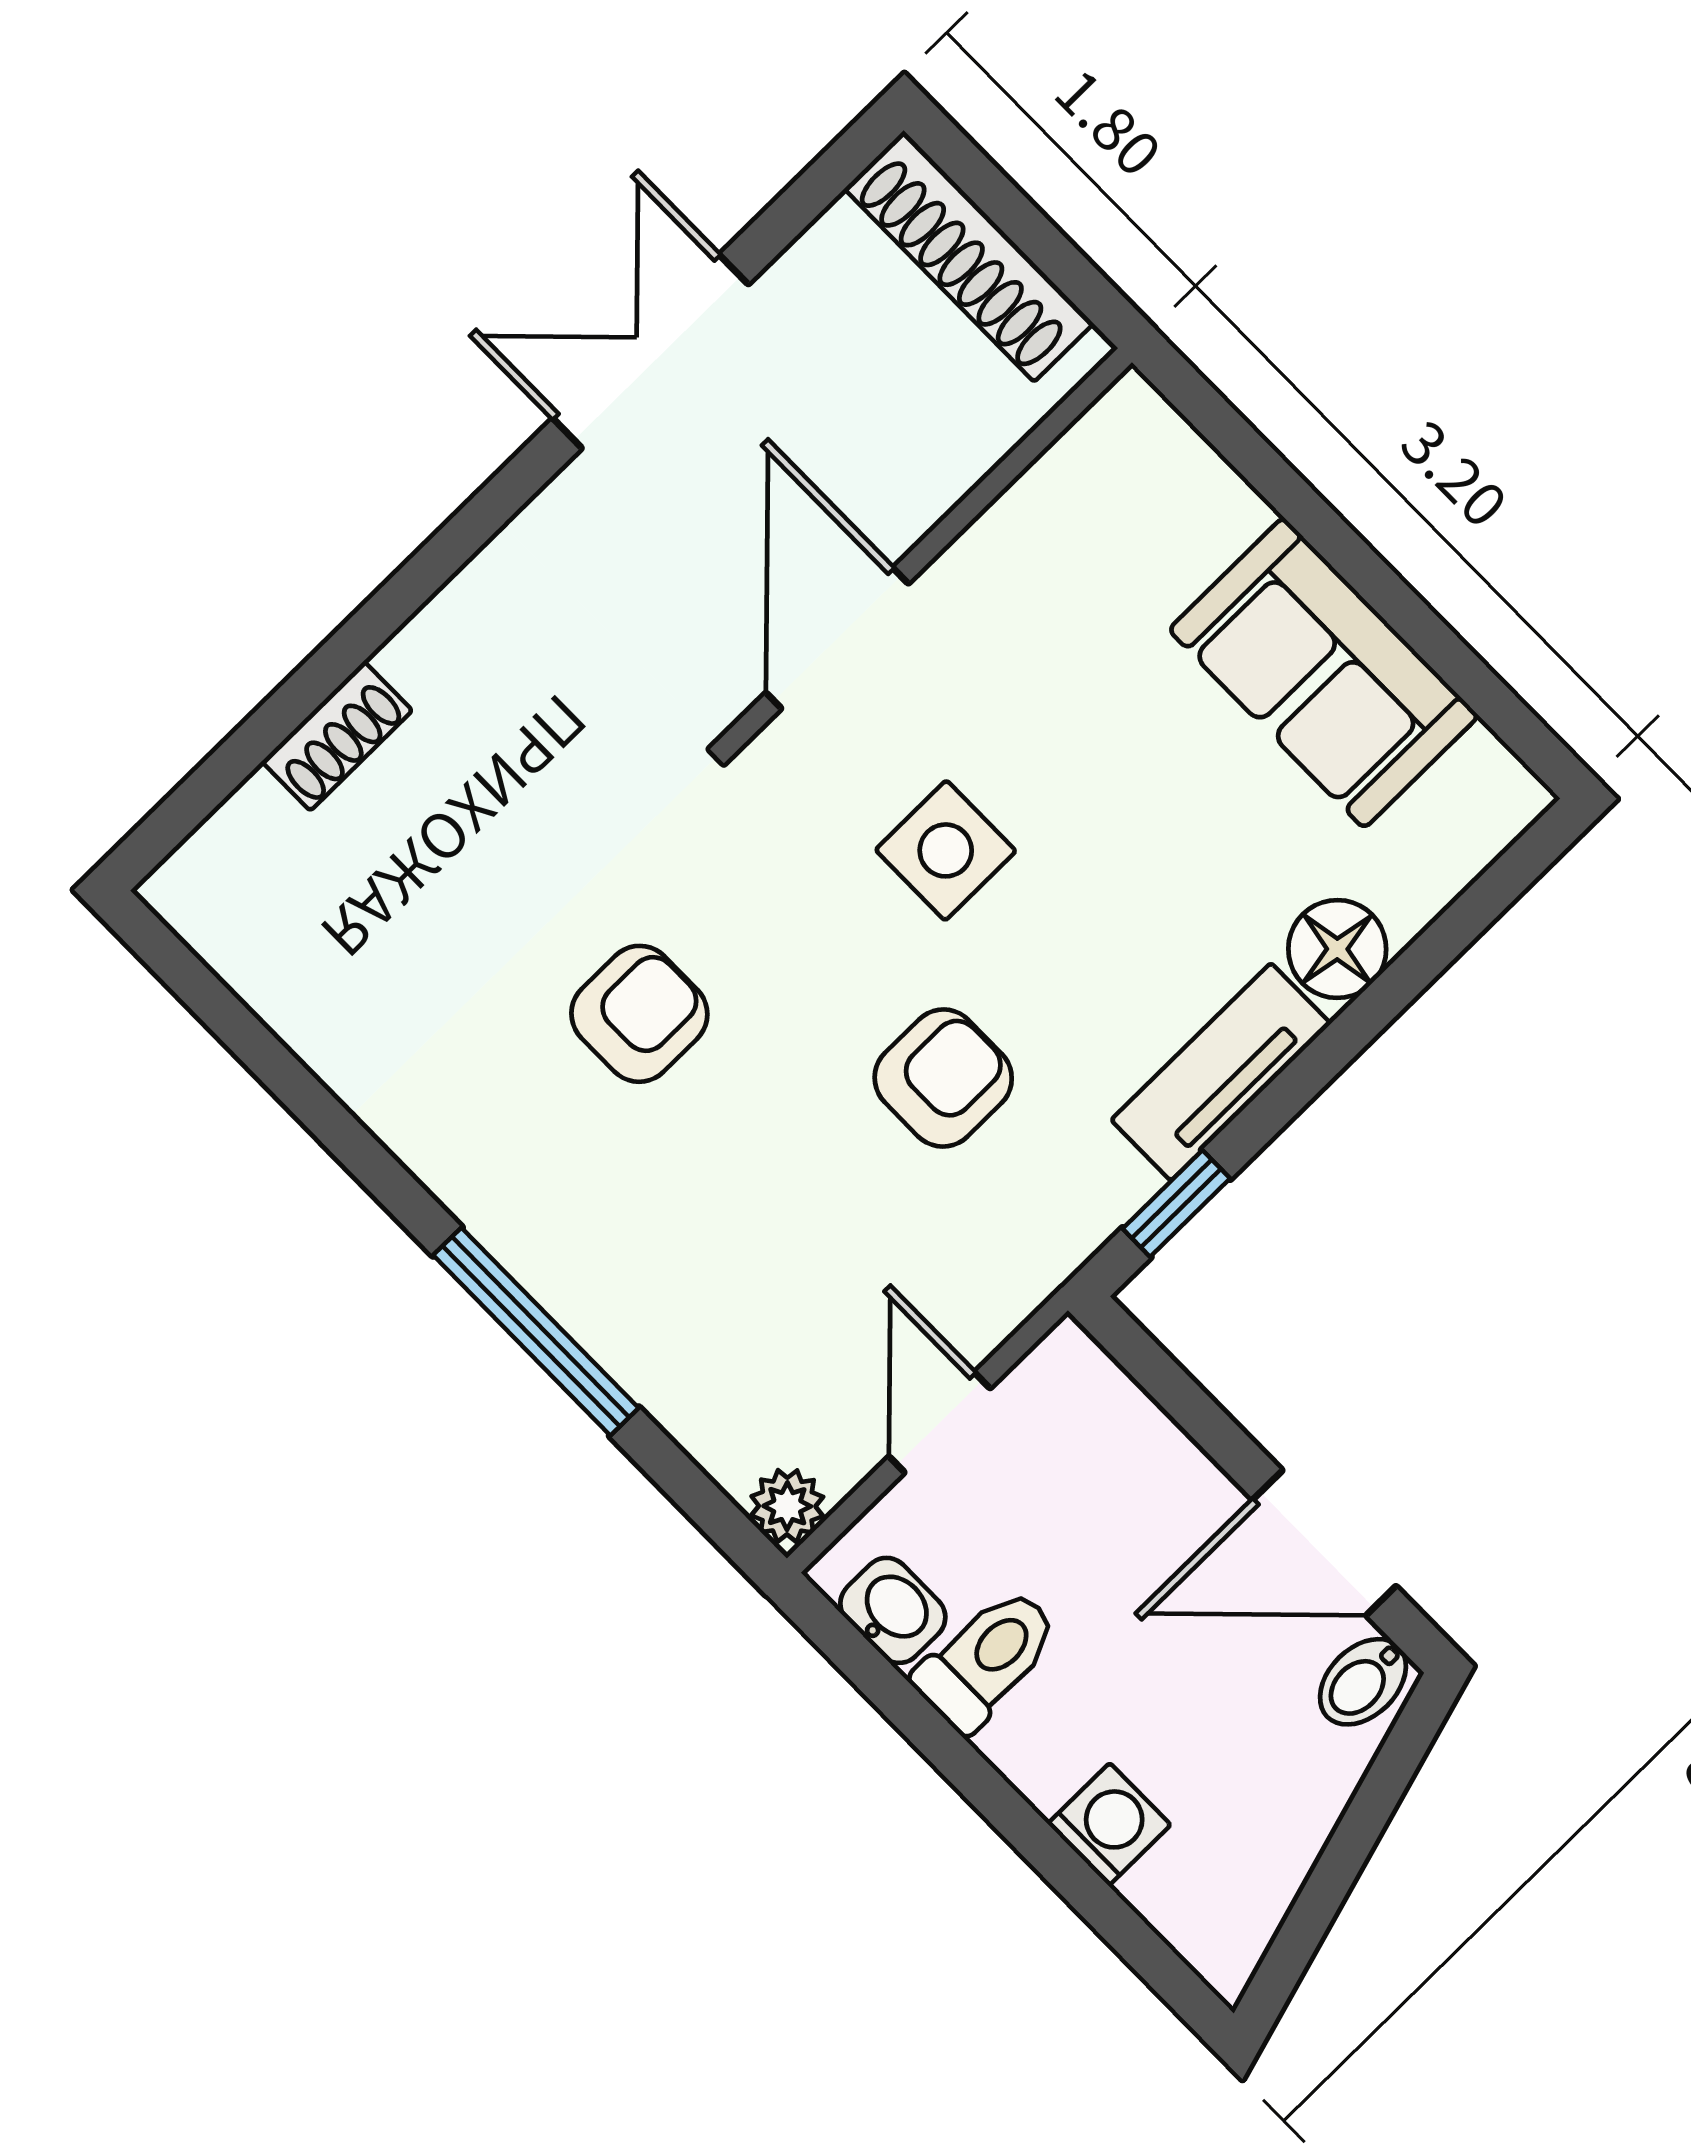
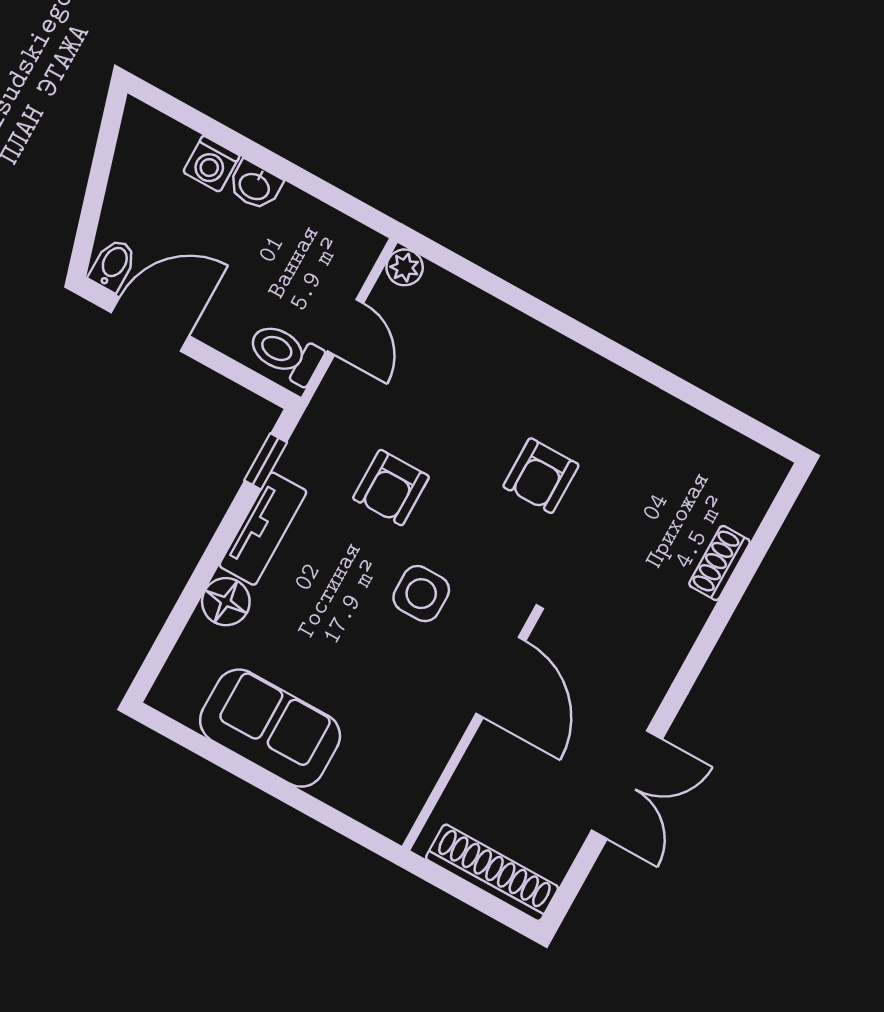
window: (536, 1332) -> (545, 314), removed
washbasin: (893, 1610) -> (255, 186), moved
toilet: (987, 1659) -> (285, 353), moved, turned 90

